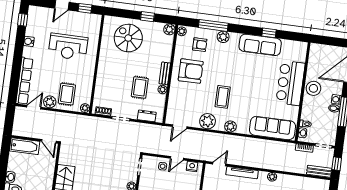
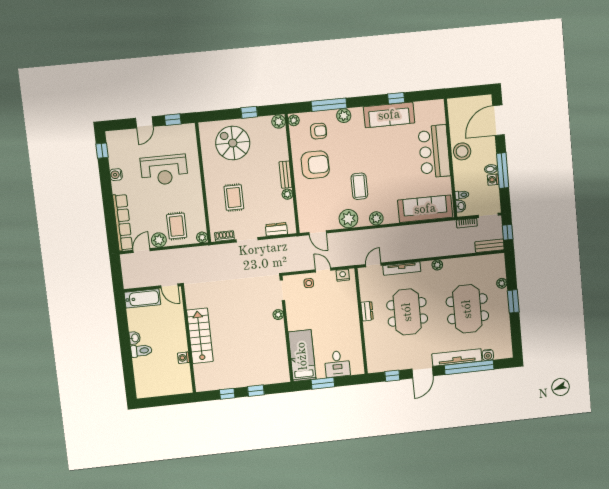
rug: (140, 88) -> (234, 198), moved
washing machine: (336, 99) -> (493, 180), moved
door: (180, 127) -> (318, 233), hinge flipped
door: (177, 158) -> (323, 270), swing flipped

